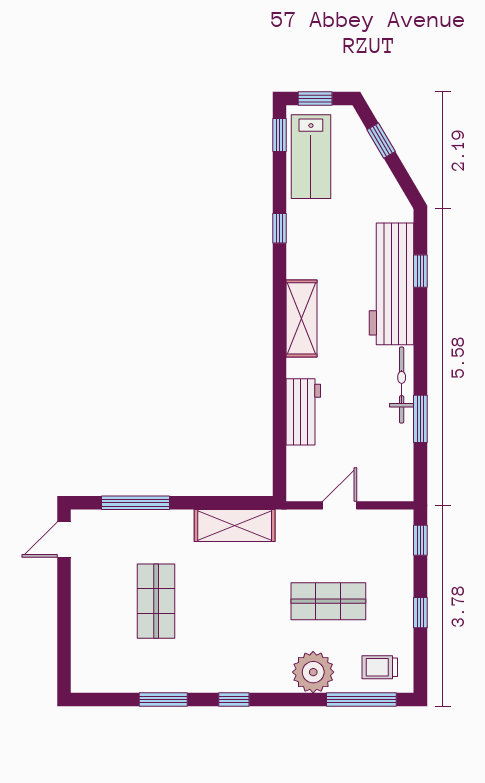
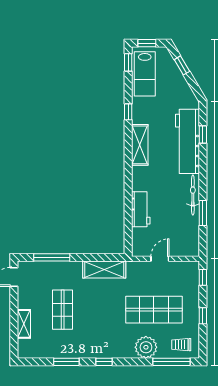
shelving: (301, 318) -> (140, 145), moved
shop shelf: (328, 601) -> (154, 310), width x1.43, depth x1.36
shelving: (83, 628) -> (24, 324), added

